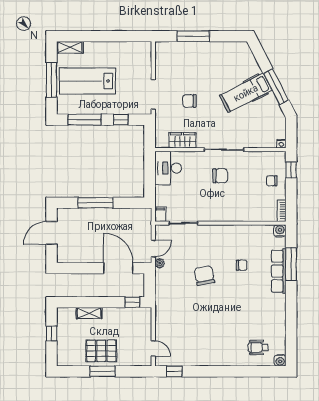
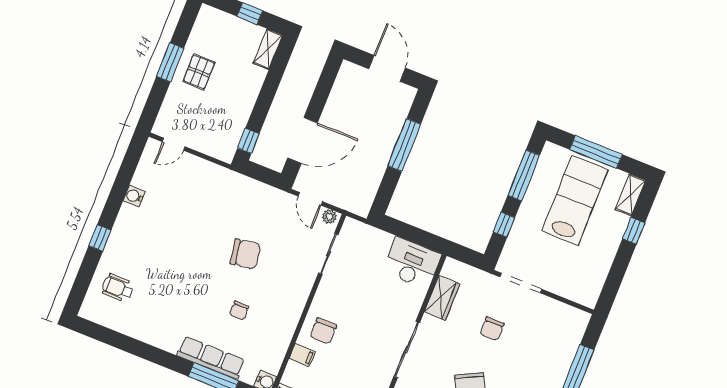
window: (92, 36) -> (634, 231), added
chair: (189, 101) -> (492, 329), turned 180
chair: (220, 176) -> (323, 331), moved
filing cabinet: (160, 214) -> (302, 355), moved
plant: (160, 263) -> (329, 217), moved
shelving: (89, 313) -> (268, 49), moved
wheelchair: (258, 348) -> (118, 288), turned -90
pallet: (101, 351) -> (199, 72), width x0.67, depth x0.71
water cooler: (280, 360) -> (134, 196), moved
window: (174, 371) -> (100, 238), moved

